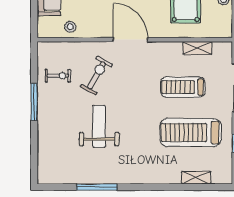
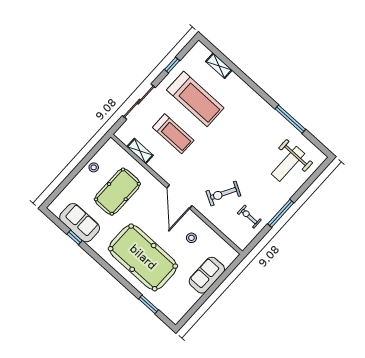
stool: (70, 27) -> (191, 238), moved
weight bench: (99, 126) -> (288, 164), moved

